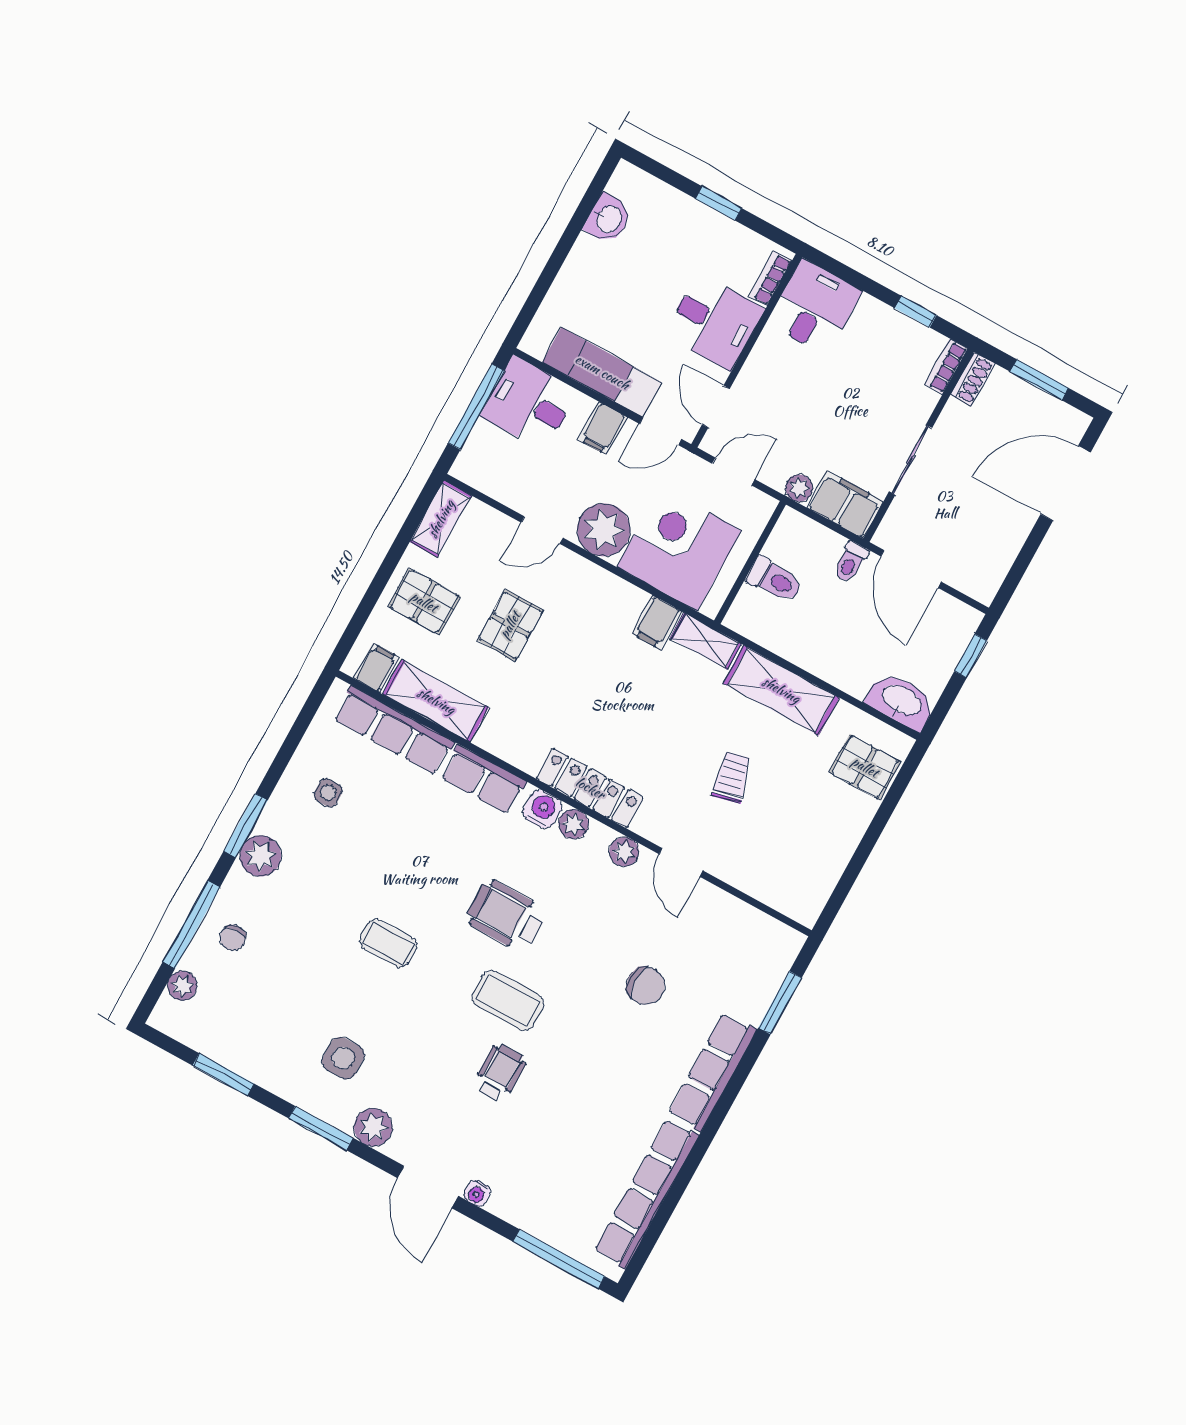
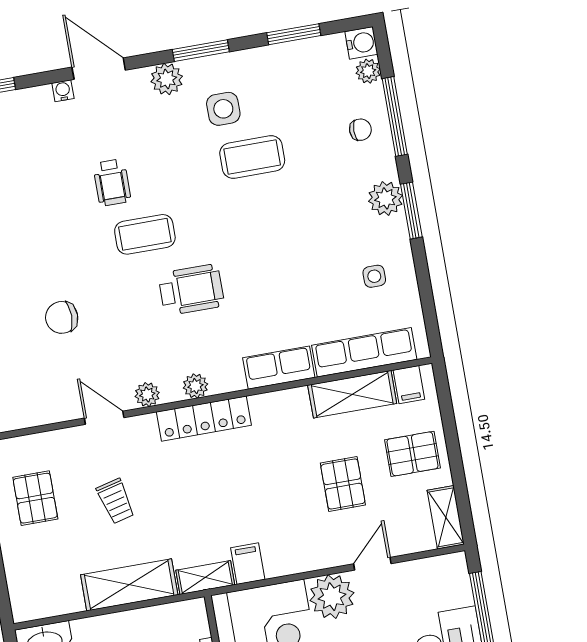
pallet: (865, 767) -> (35, 498), moved, turned 90
water cooler: (542, 809) -> (361, 43), moved, turned -90
chair: (233, 938) -> (360, 130), turned 90
coffee table: (388, 943) -> (252, 157), moved, width x1.36, depth x1.30

